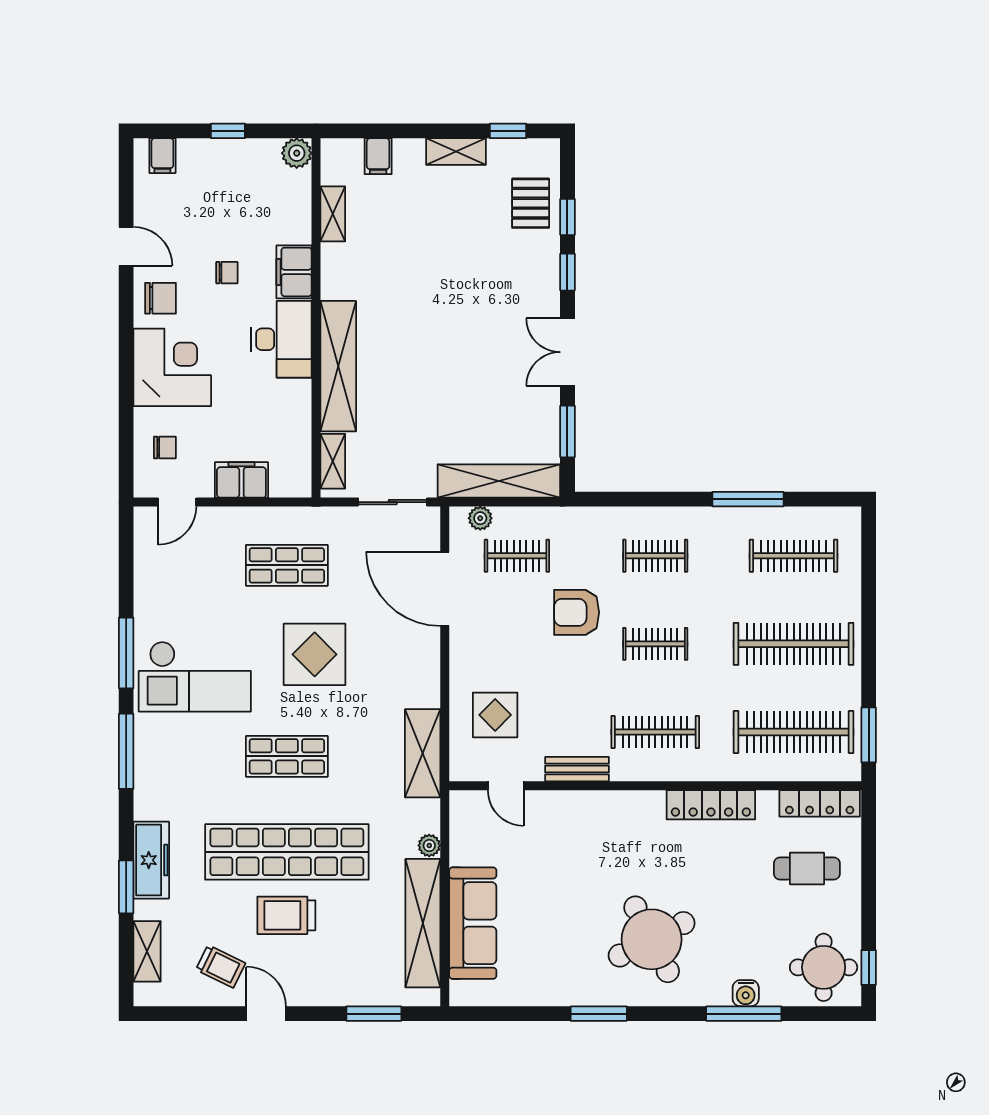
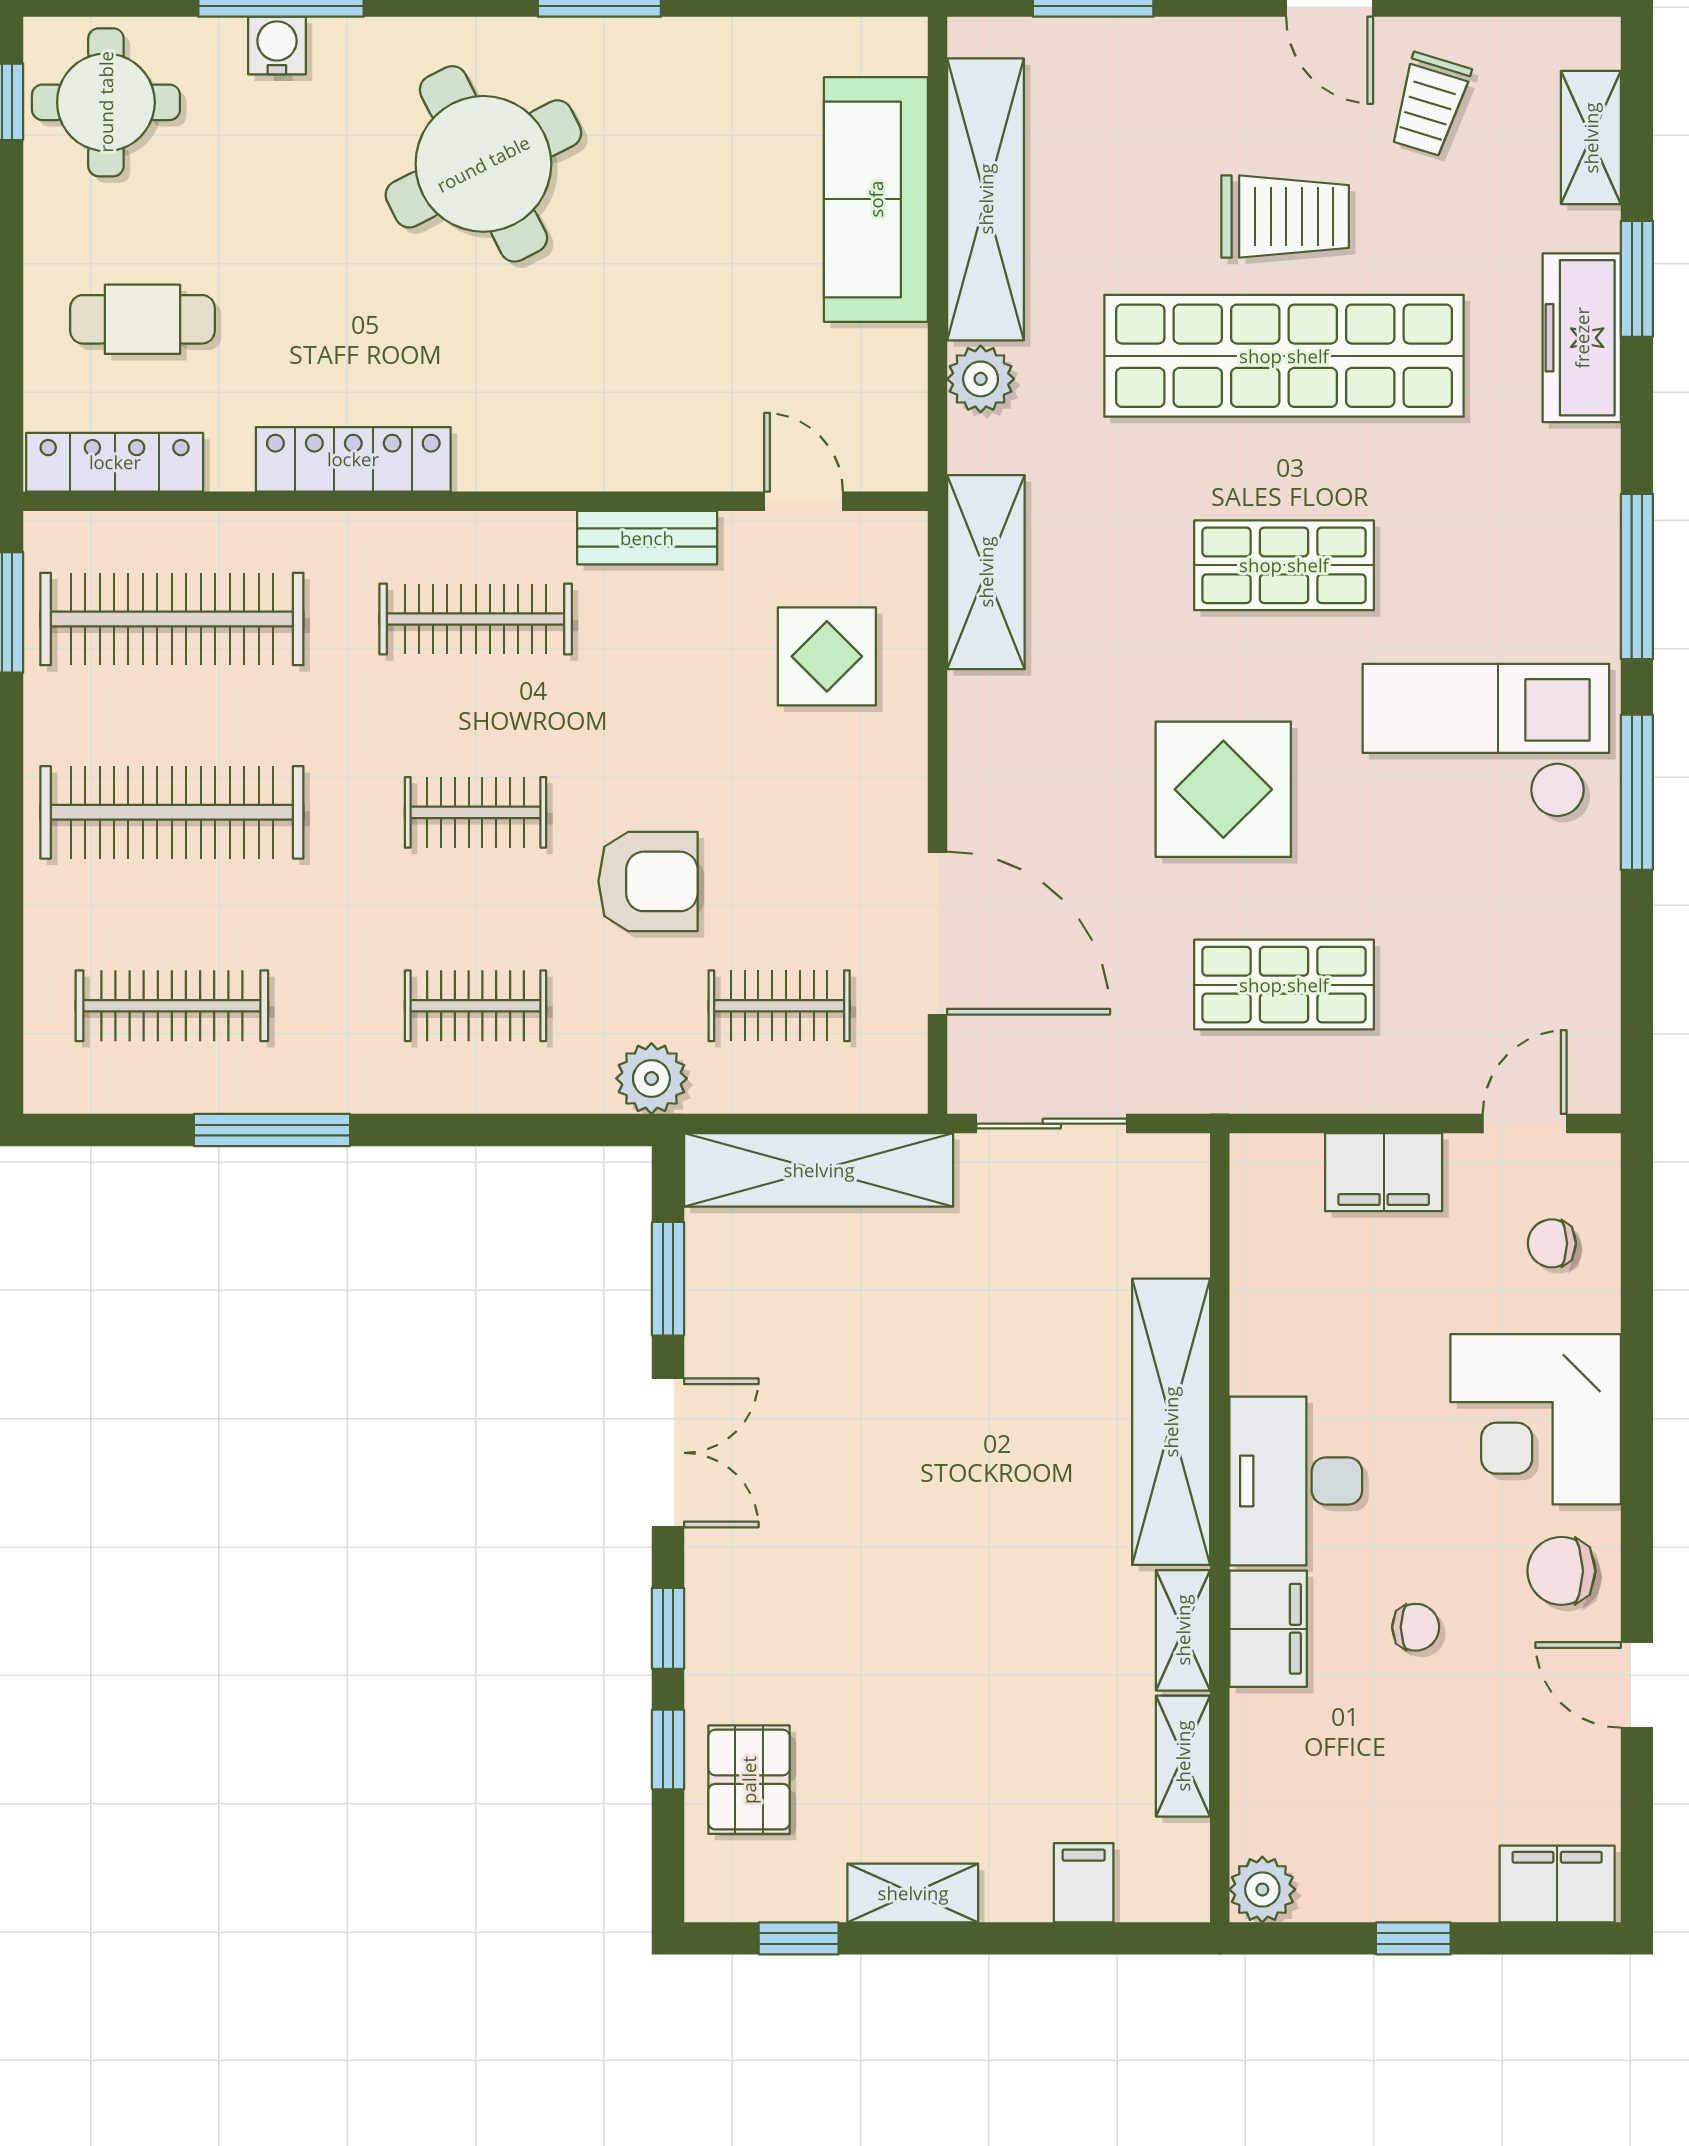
filing cabinet: (162, 156) -> (1557, 1884), width x2.00
chair: (227, 273) -> (1416, 1627), turned 180
shelving: (333, 461) -> (1183, 1630), moved
plant: (480, 518) -> (651, 1078), moved, width x1.38, depth x1.38
plant: (429, 845) -> (981, 379), width x1.38, depth x1.38
trolley: (221, 966) -> (1430, 104), turned -99

